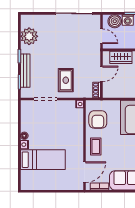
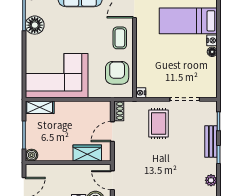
plant: (29, 36) -> (211, 180), width x0.53, depth x0.53
bench: (25, 71) -> (211, 142), width x0.73

